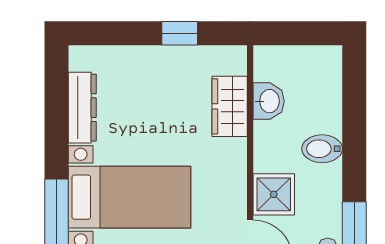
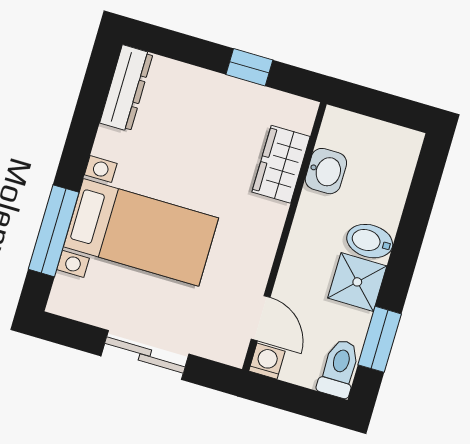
dresser: (82, 108) -> (126, 88), moved
shower: (274, 194) -> (357, 282), moved

